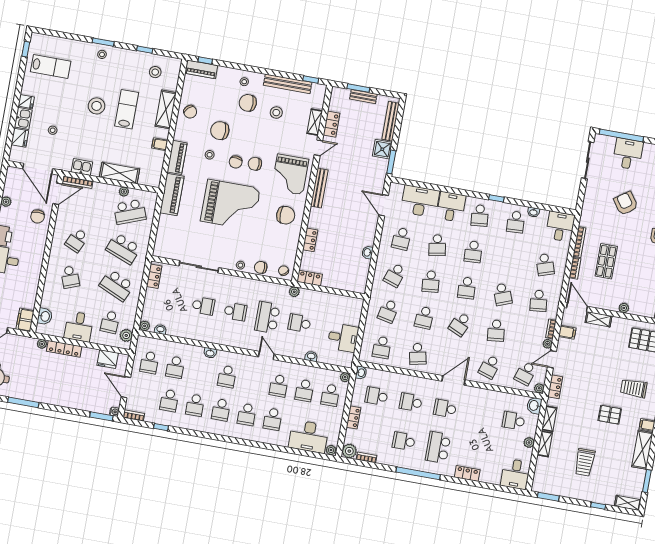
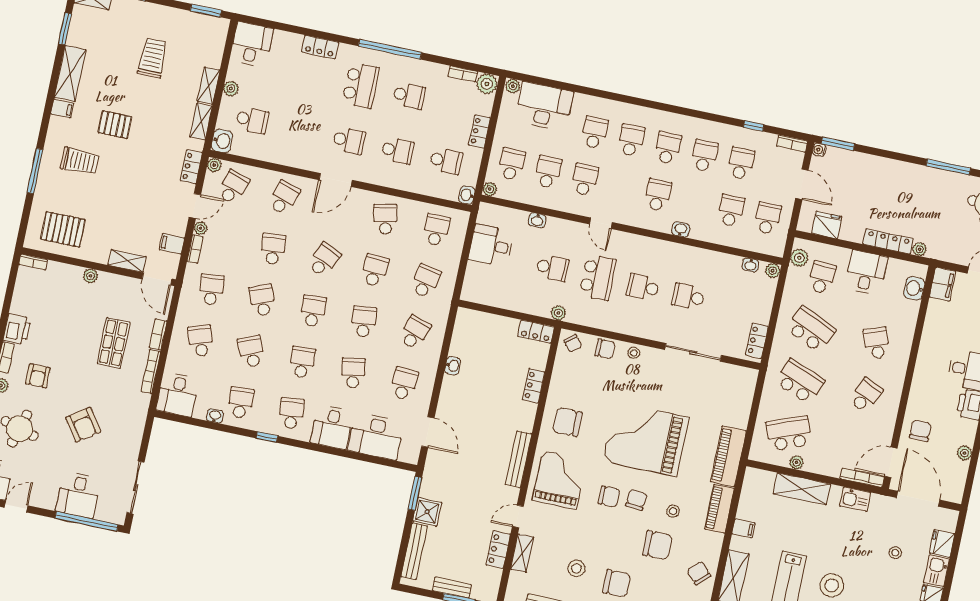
school desk: (509, 258) -> (251, 352), added

